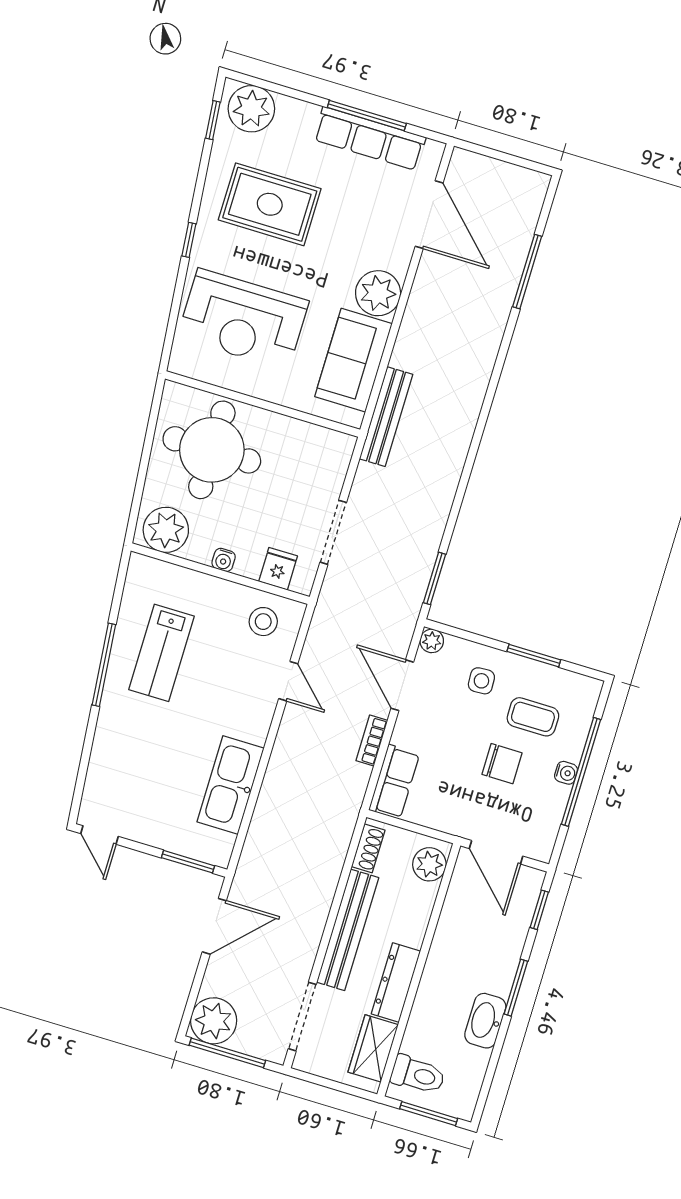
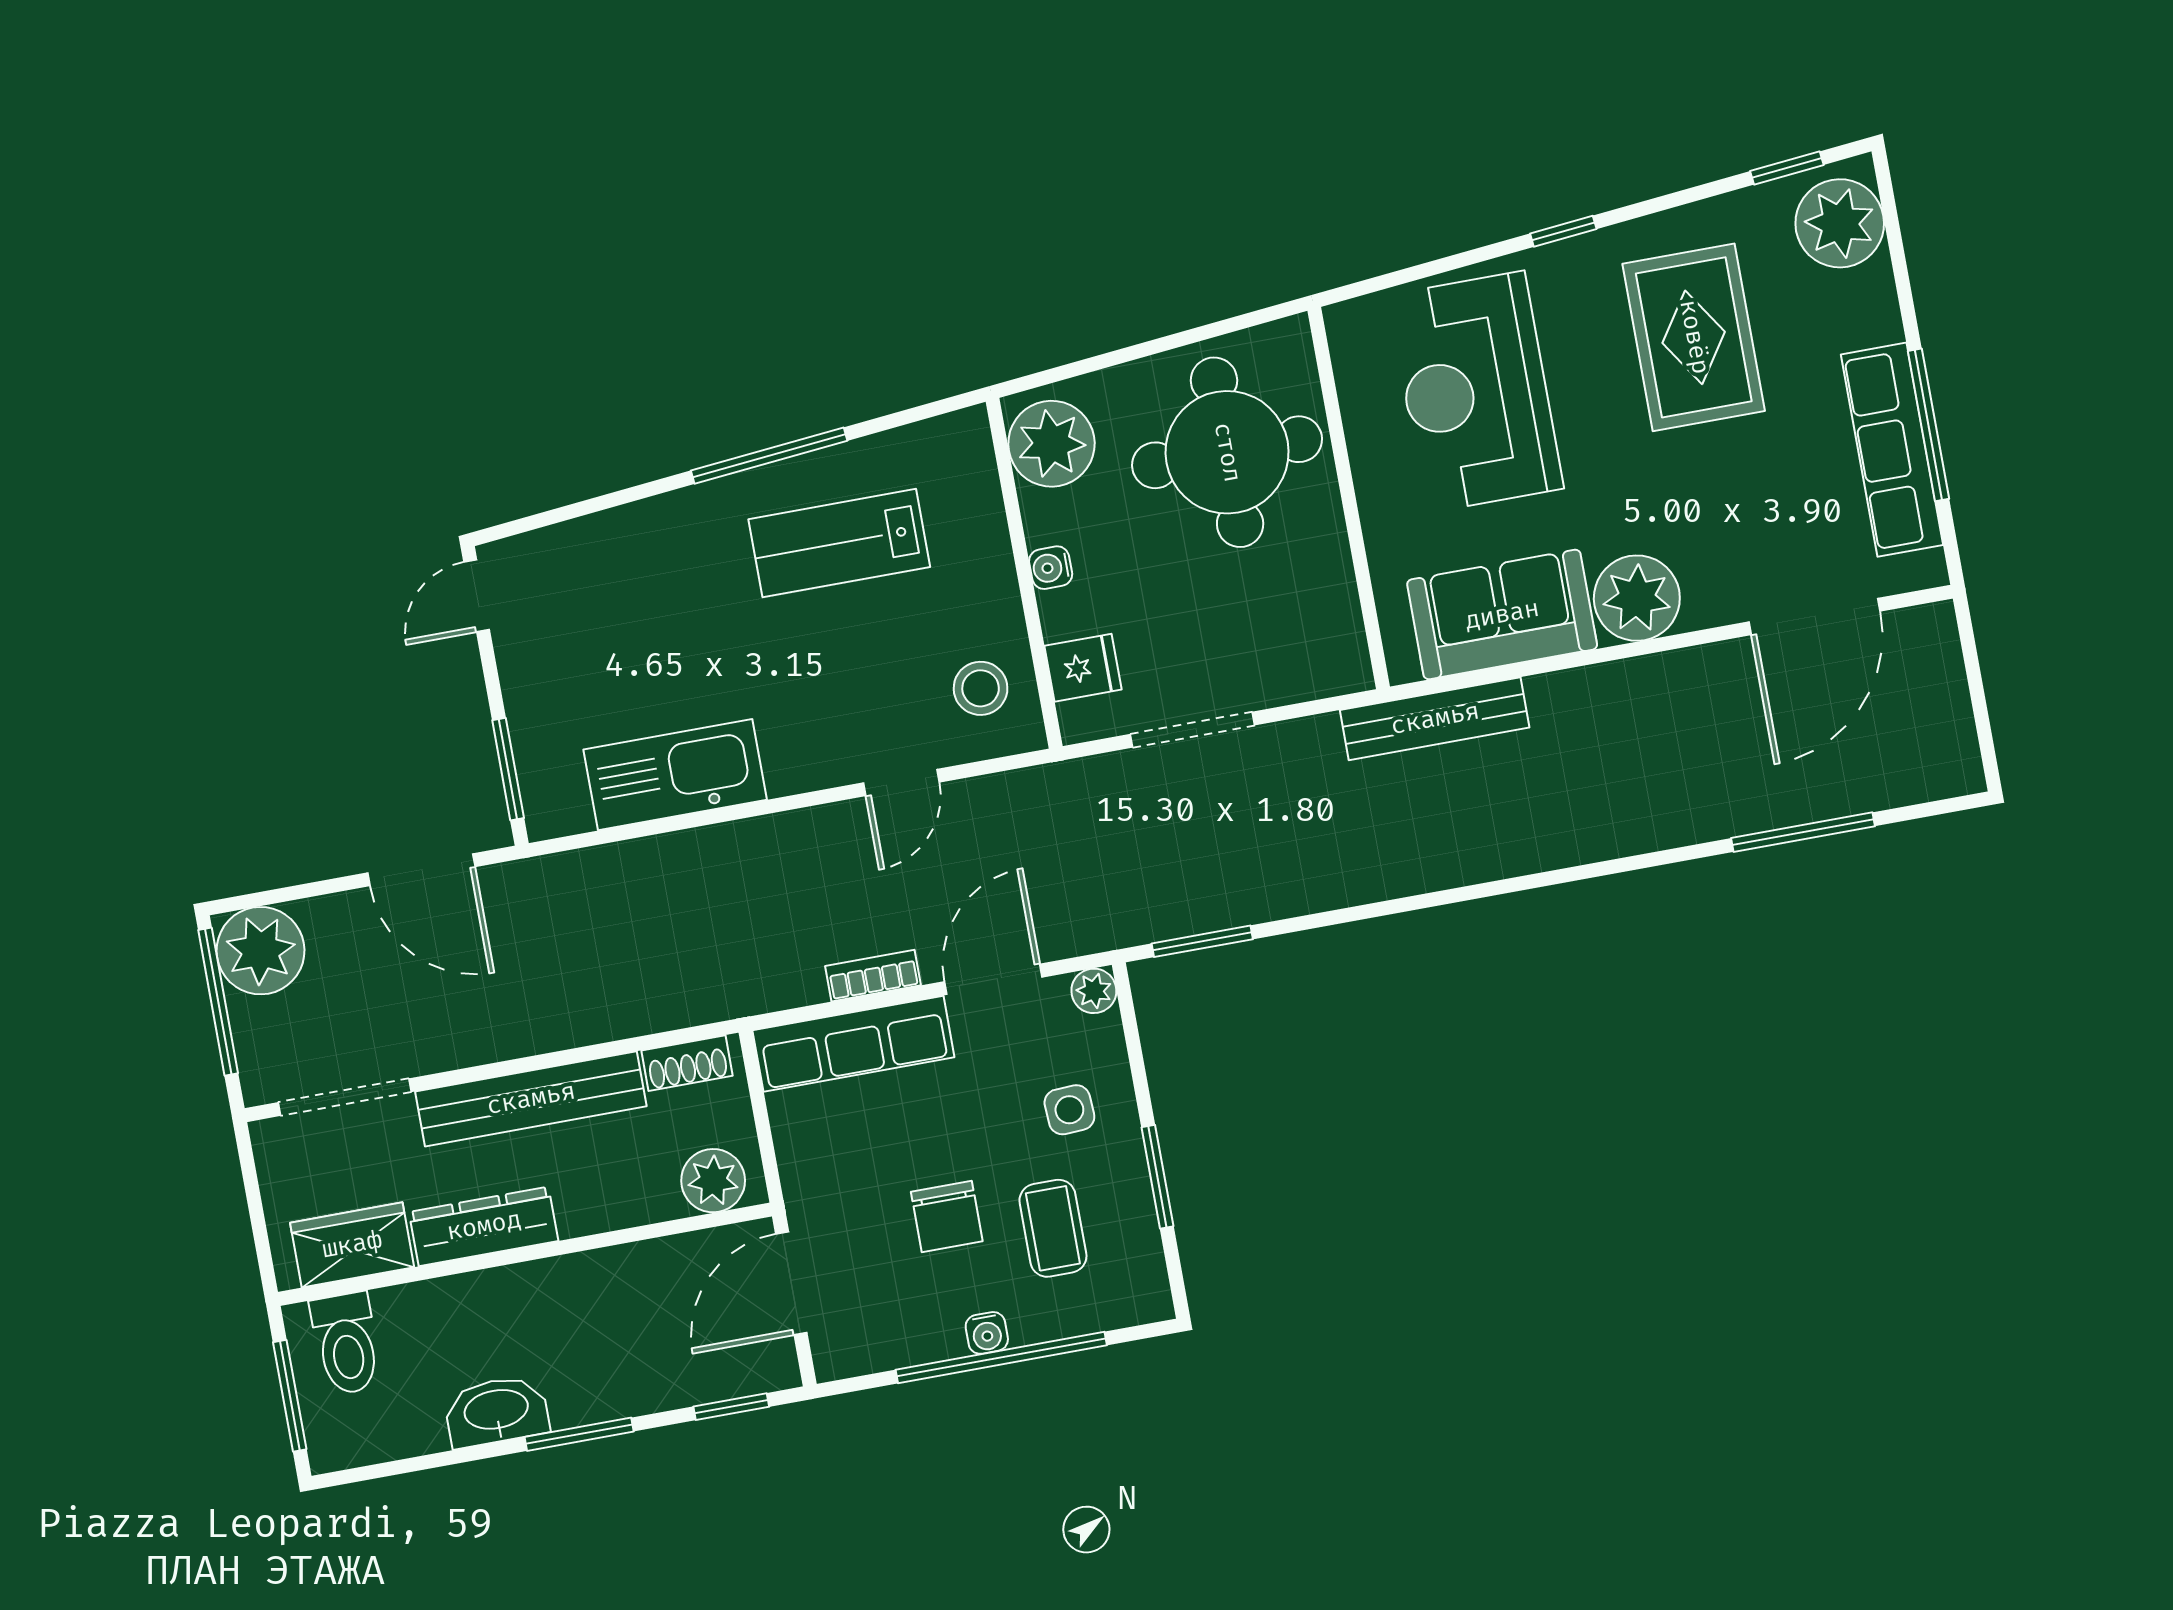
row of seats: (394, 782) -> (853, 1044), width x1.48

